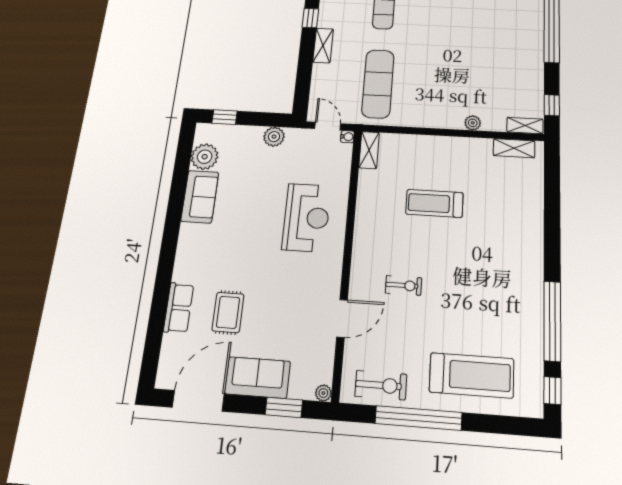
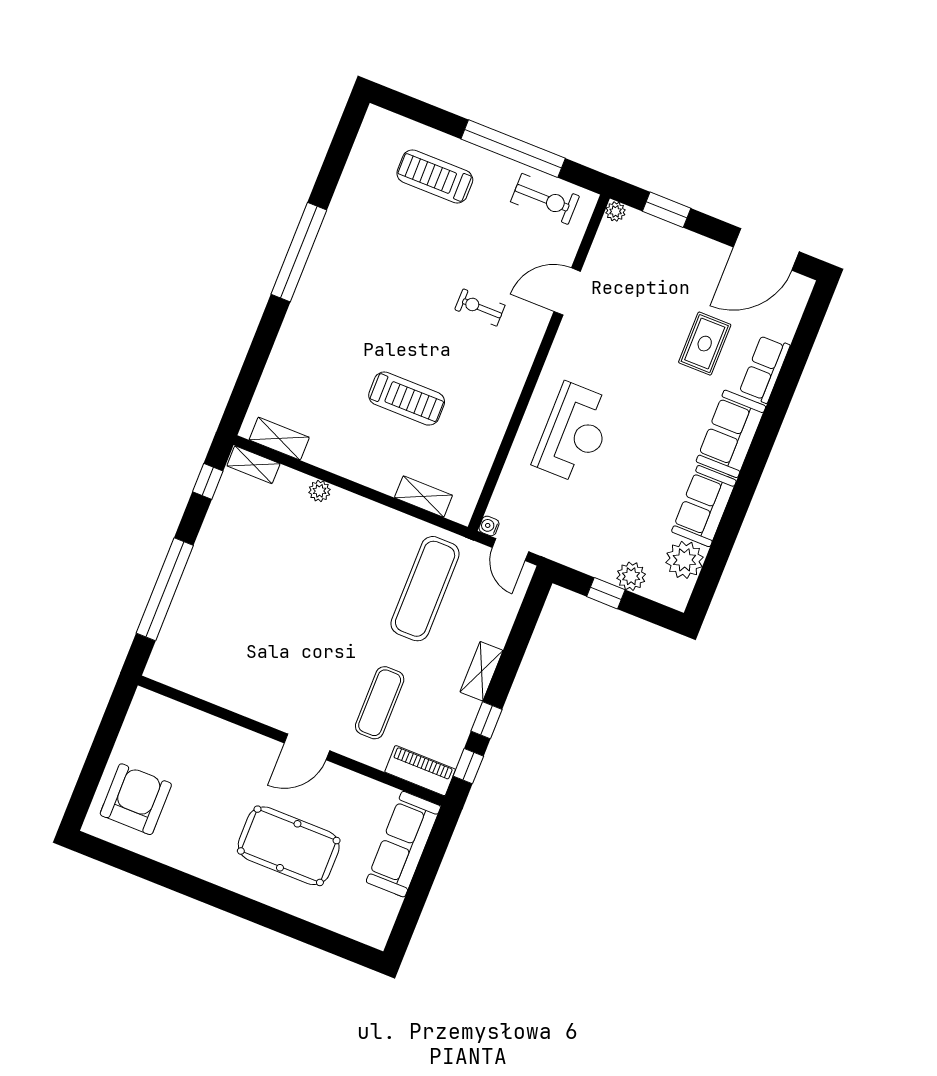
window: (225, 117) -> (606, 593), moved
plant: (274, 137) -> (631, 576), moved
shelving: (369, 150) -> (423, 496), moved, turned 90
reception desk: (306, 217) -> (574, 433), turned 180
window: (552, 321) -> (299, 252), moved
treadmill: (472, 375) -> (435, 176), width x0.73, depth x0.73
sofa: (258, 377) -> (731, 434), moved, turned 90
exercise bike: (381, 385) -> (545, 199), turned 180
window: (552, 391) -> (348, 130), removed

